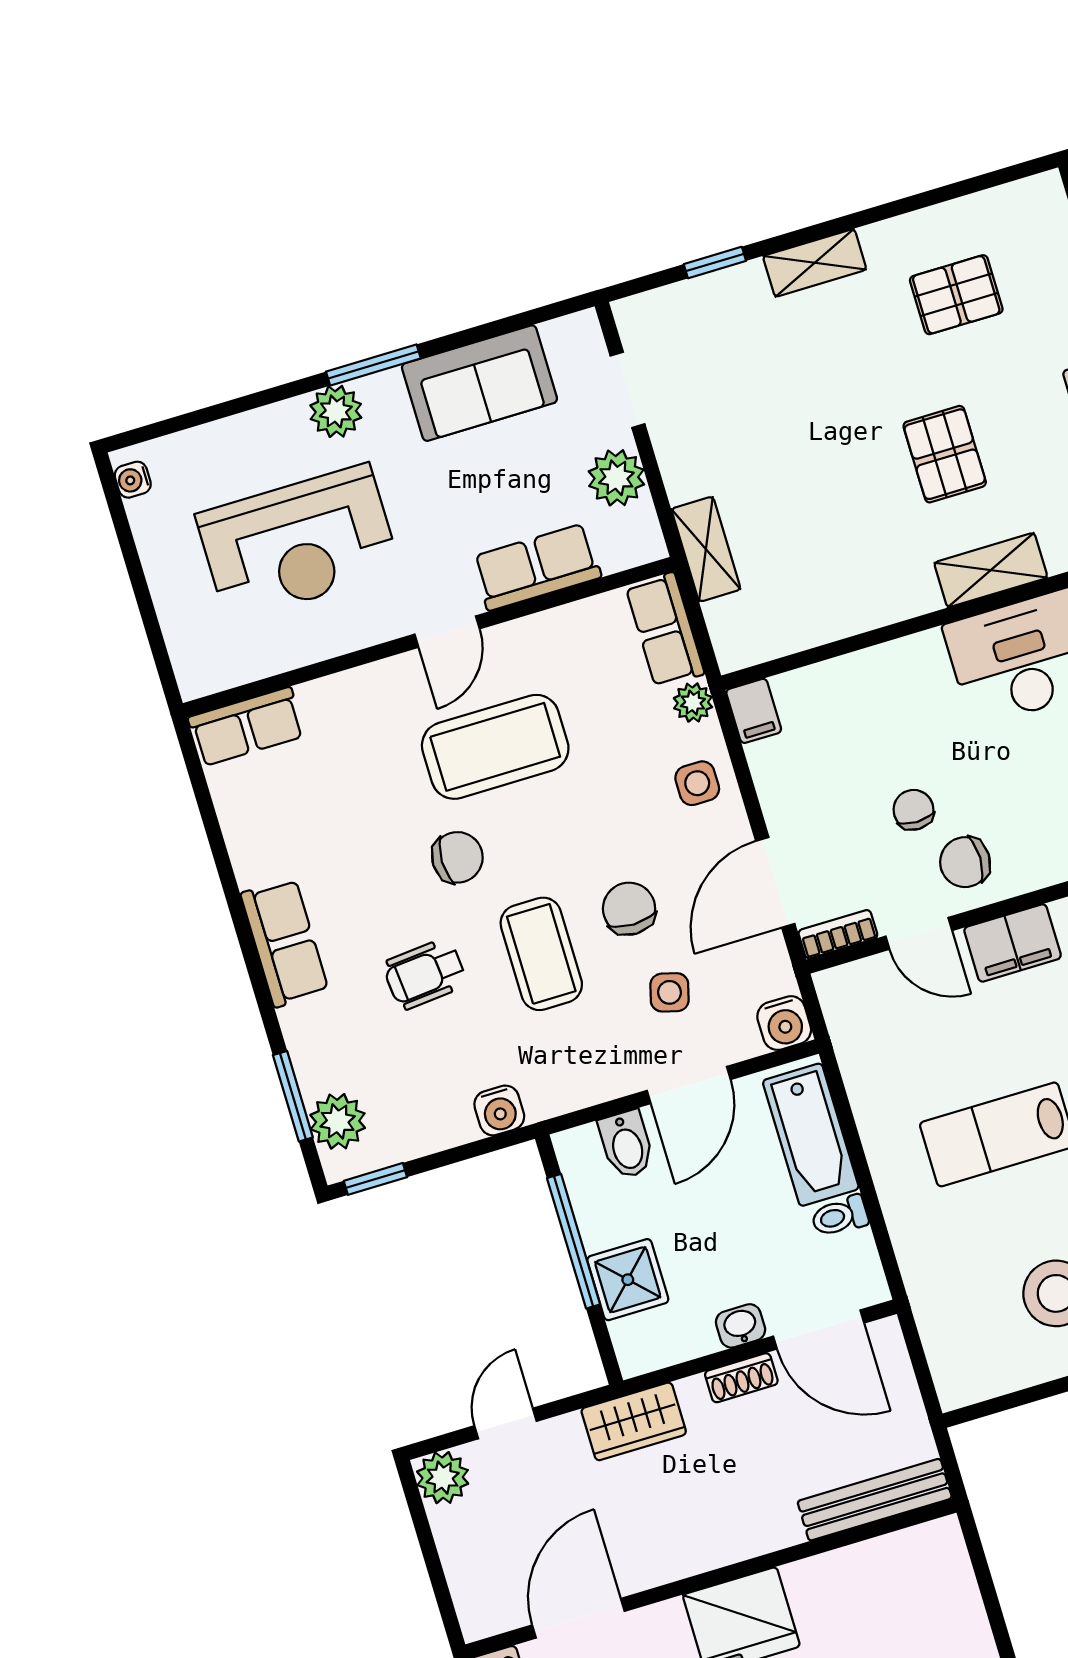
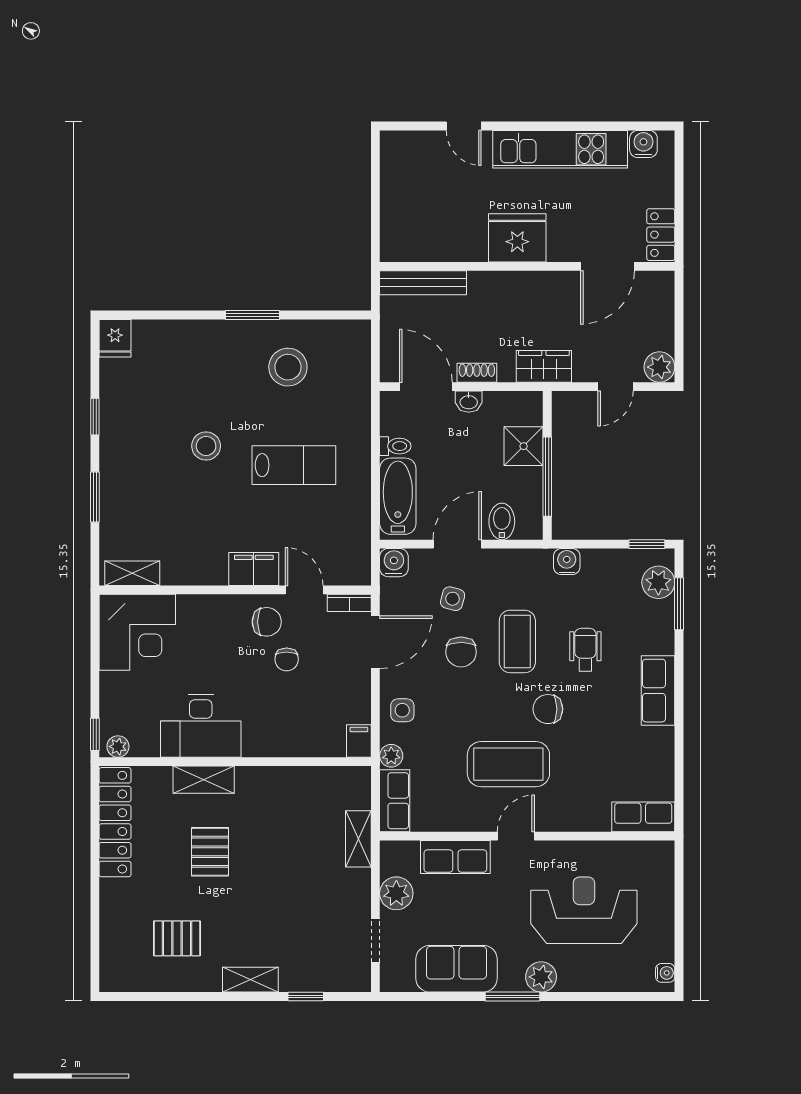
wheelchair: (425, 974) -> (585, 650), turned -85

